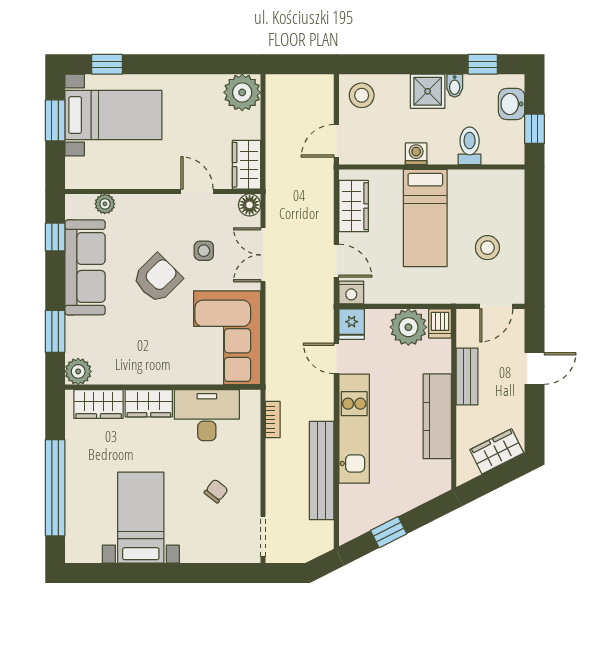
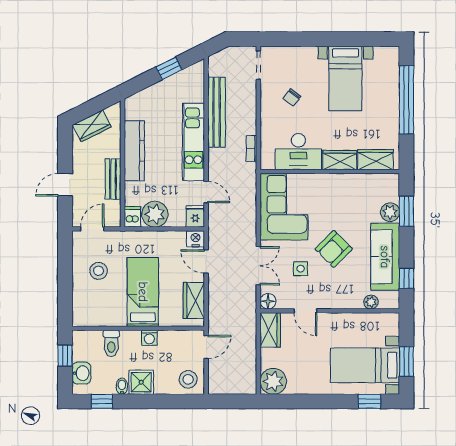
plant: (78, 371) -> (390, 212), moved

